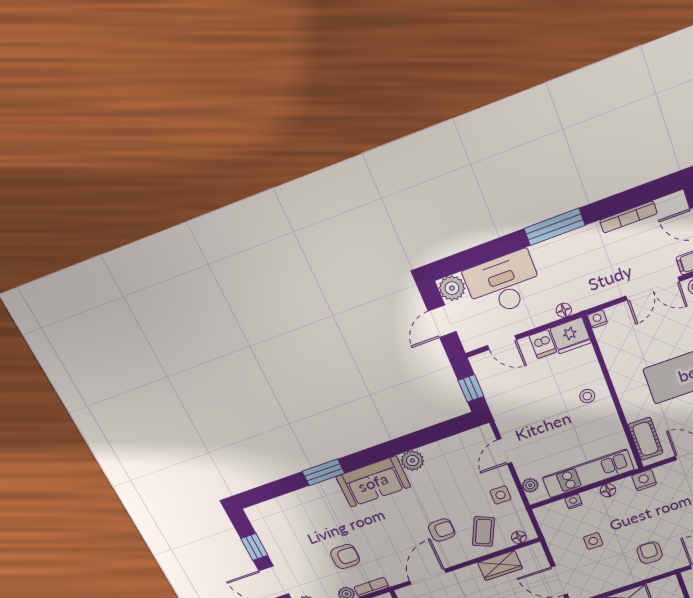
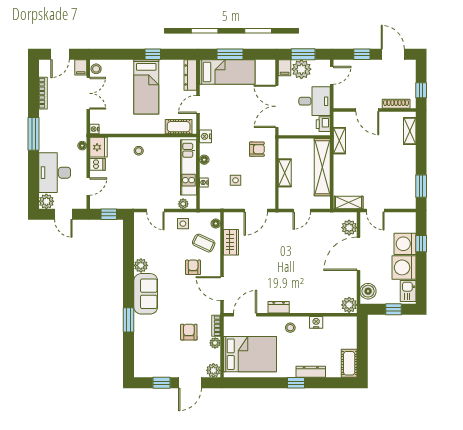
armchair: (650, 553) -> (257, 149), turned 180

